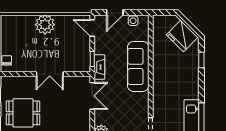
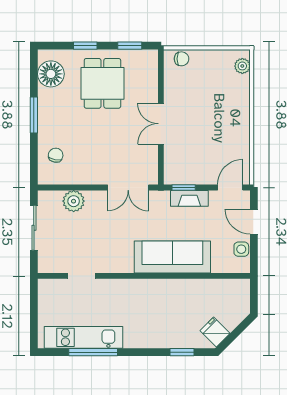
plant: (45, 25) -> (242, 66), moved, width x0.53, depth x0.53
fridge: (182, 36) -> (215, 332), width x0.53, depth x0.75
fireplace: (99, 67) -> (189, 198), moved

